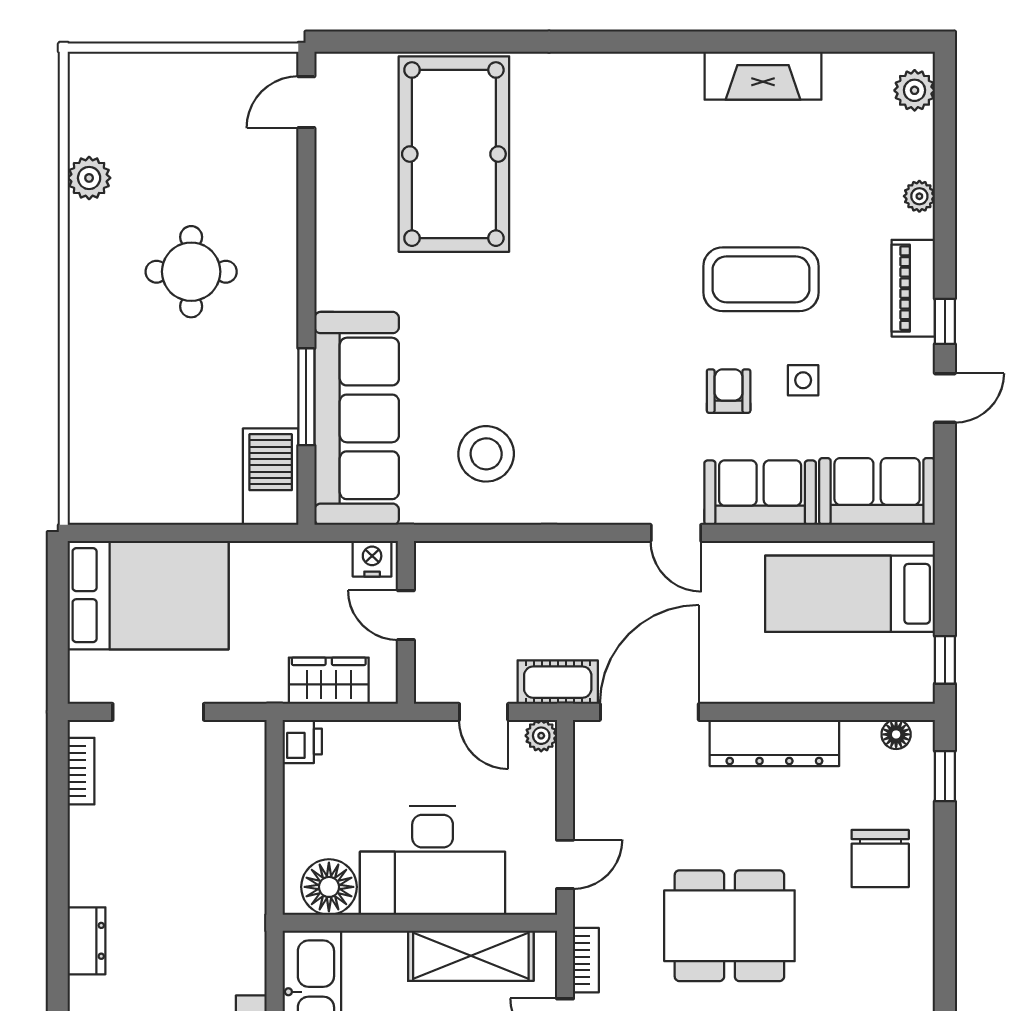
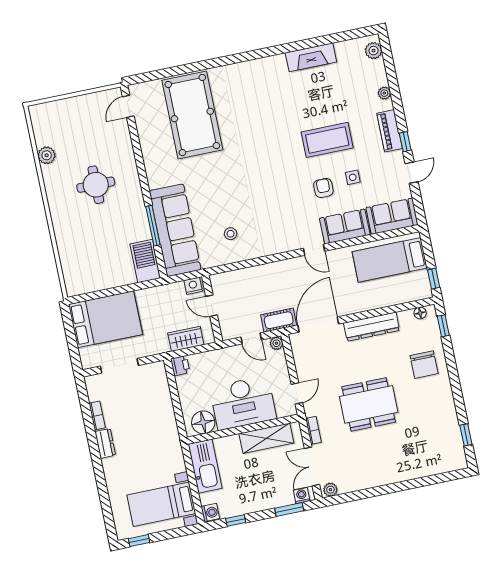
stool: (486, 454) -> (231, 234), width x0.53, depth x0.53
bookcase: (81, 771) -> (97, 415), moved
dresser: (87, 941) -> (105, 443), moved

